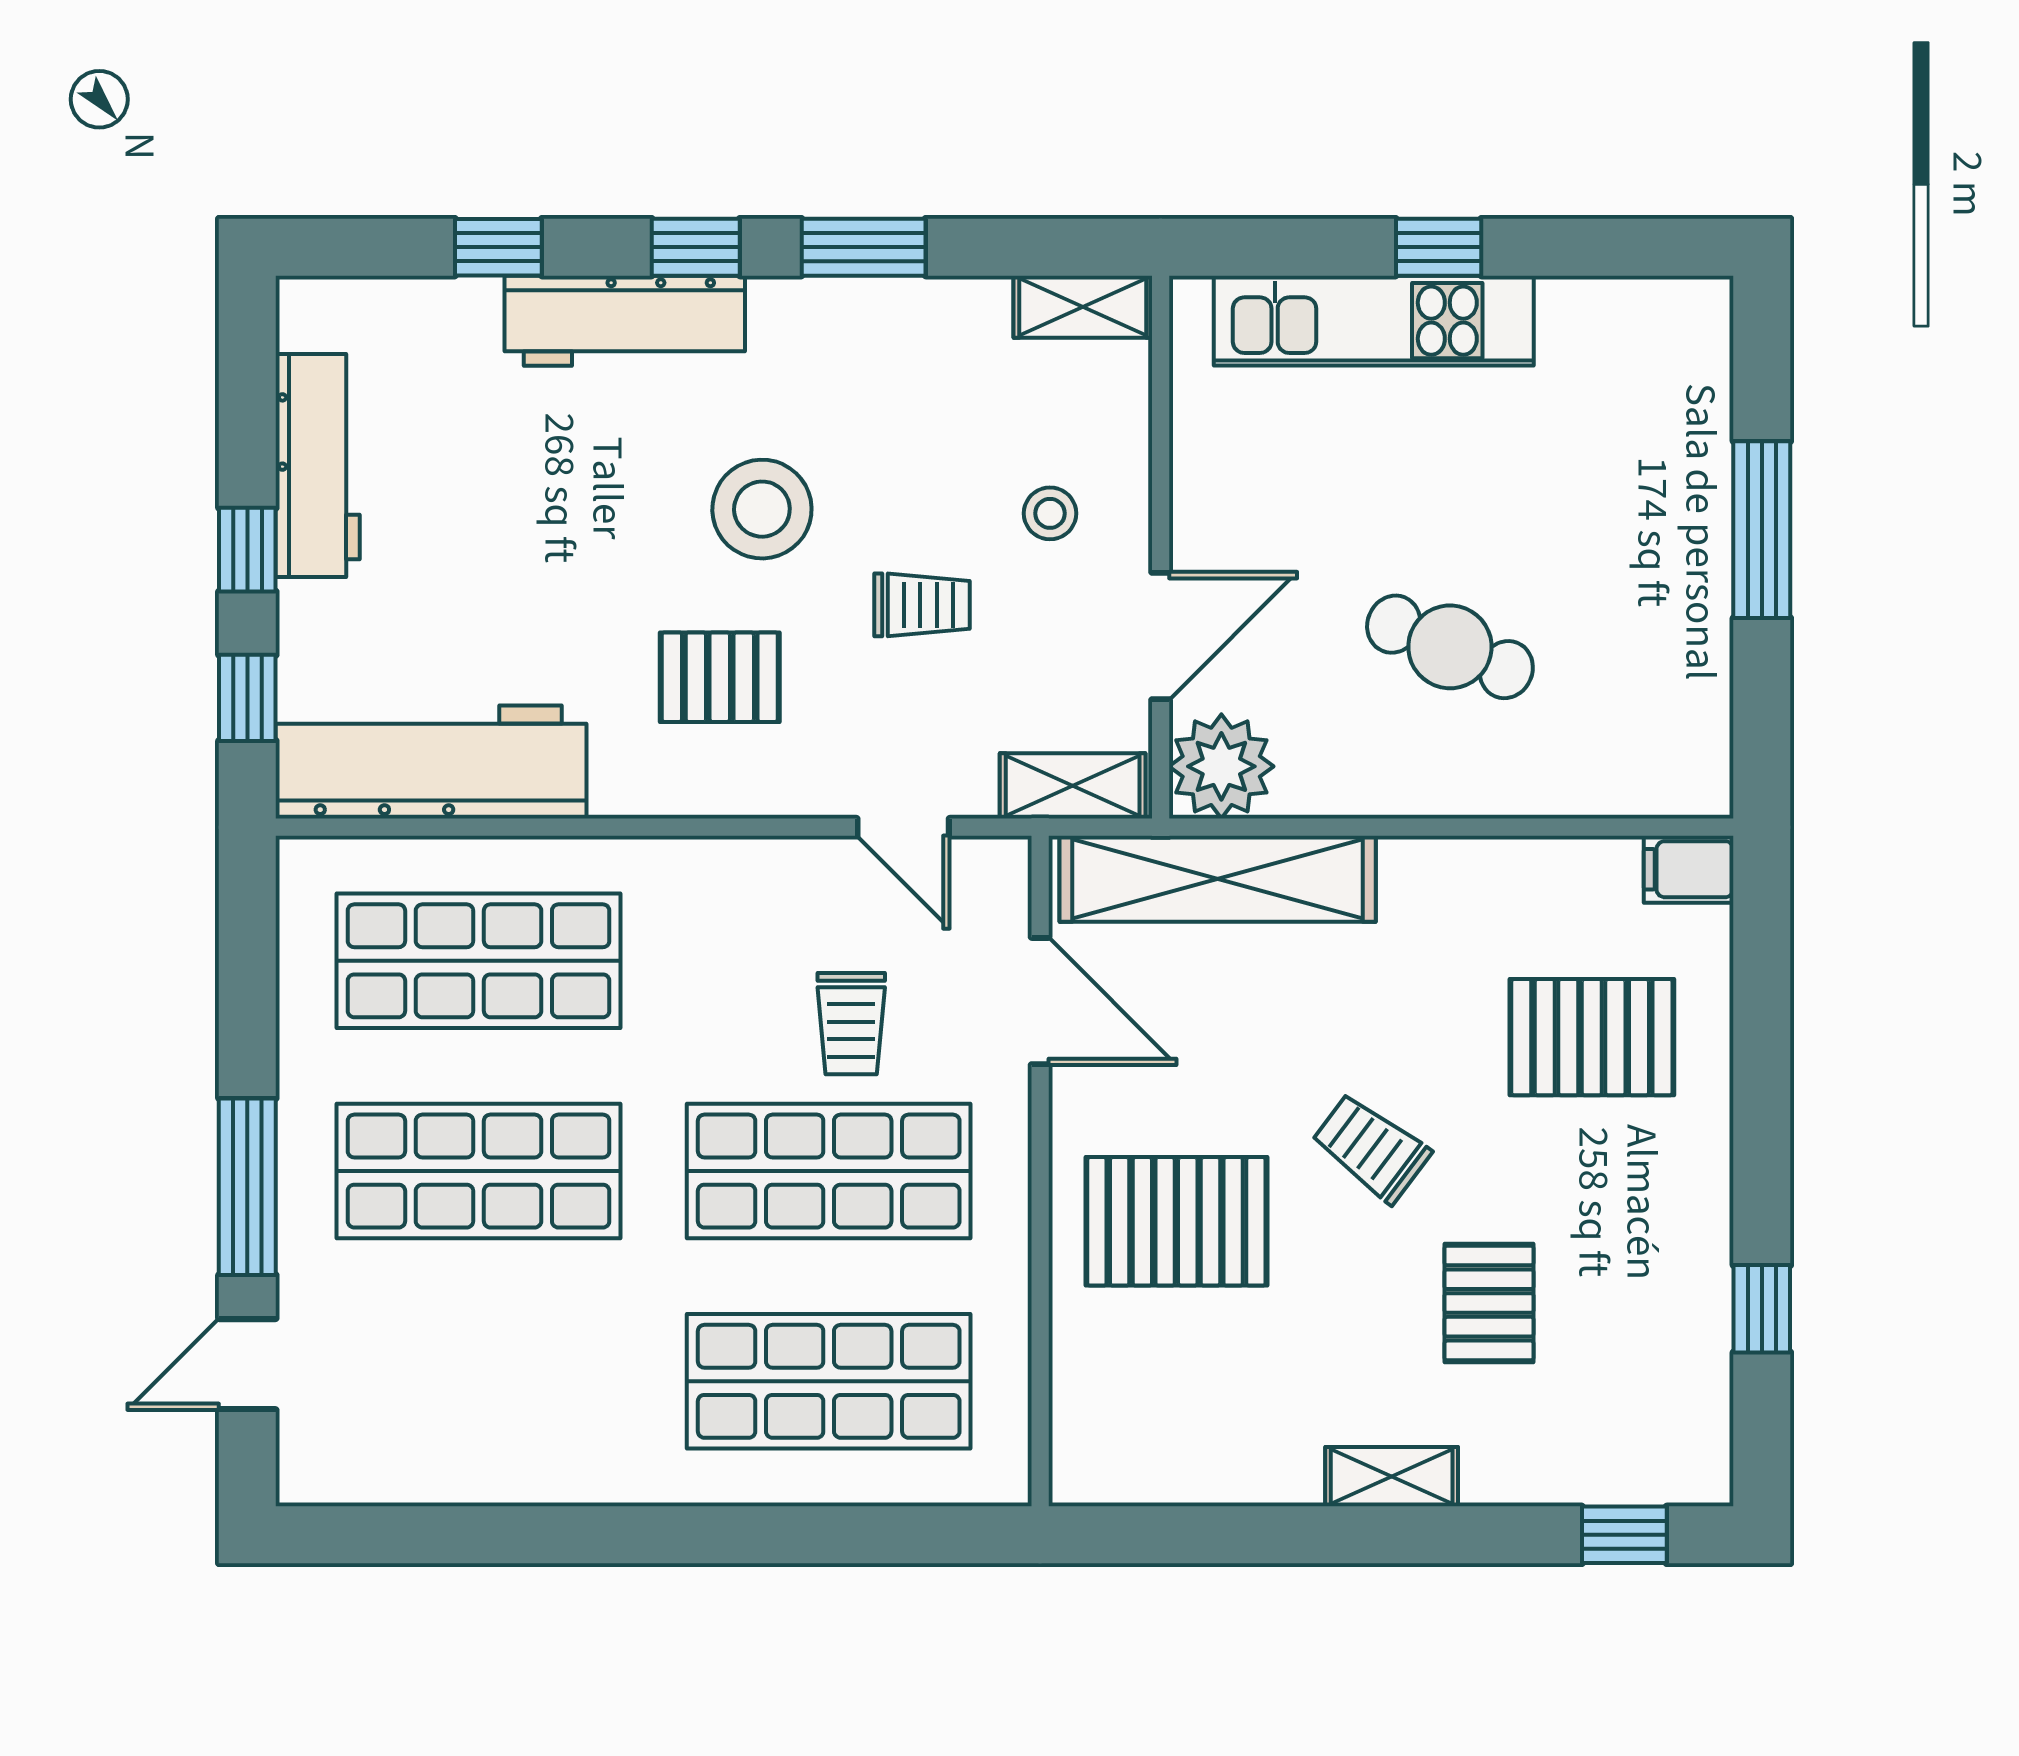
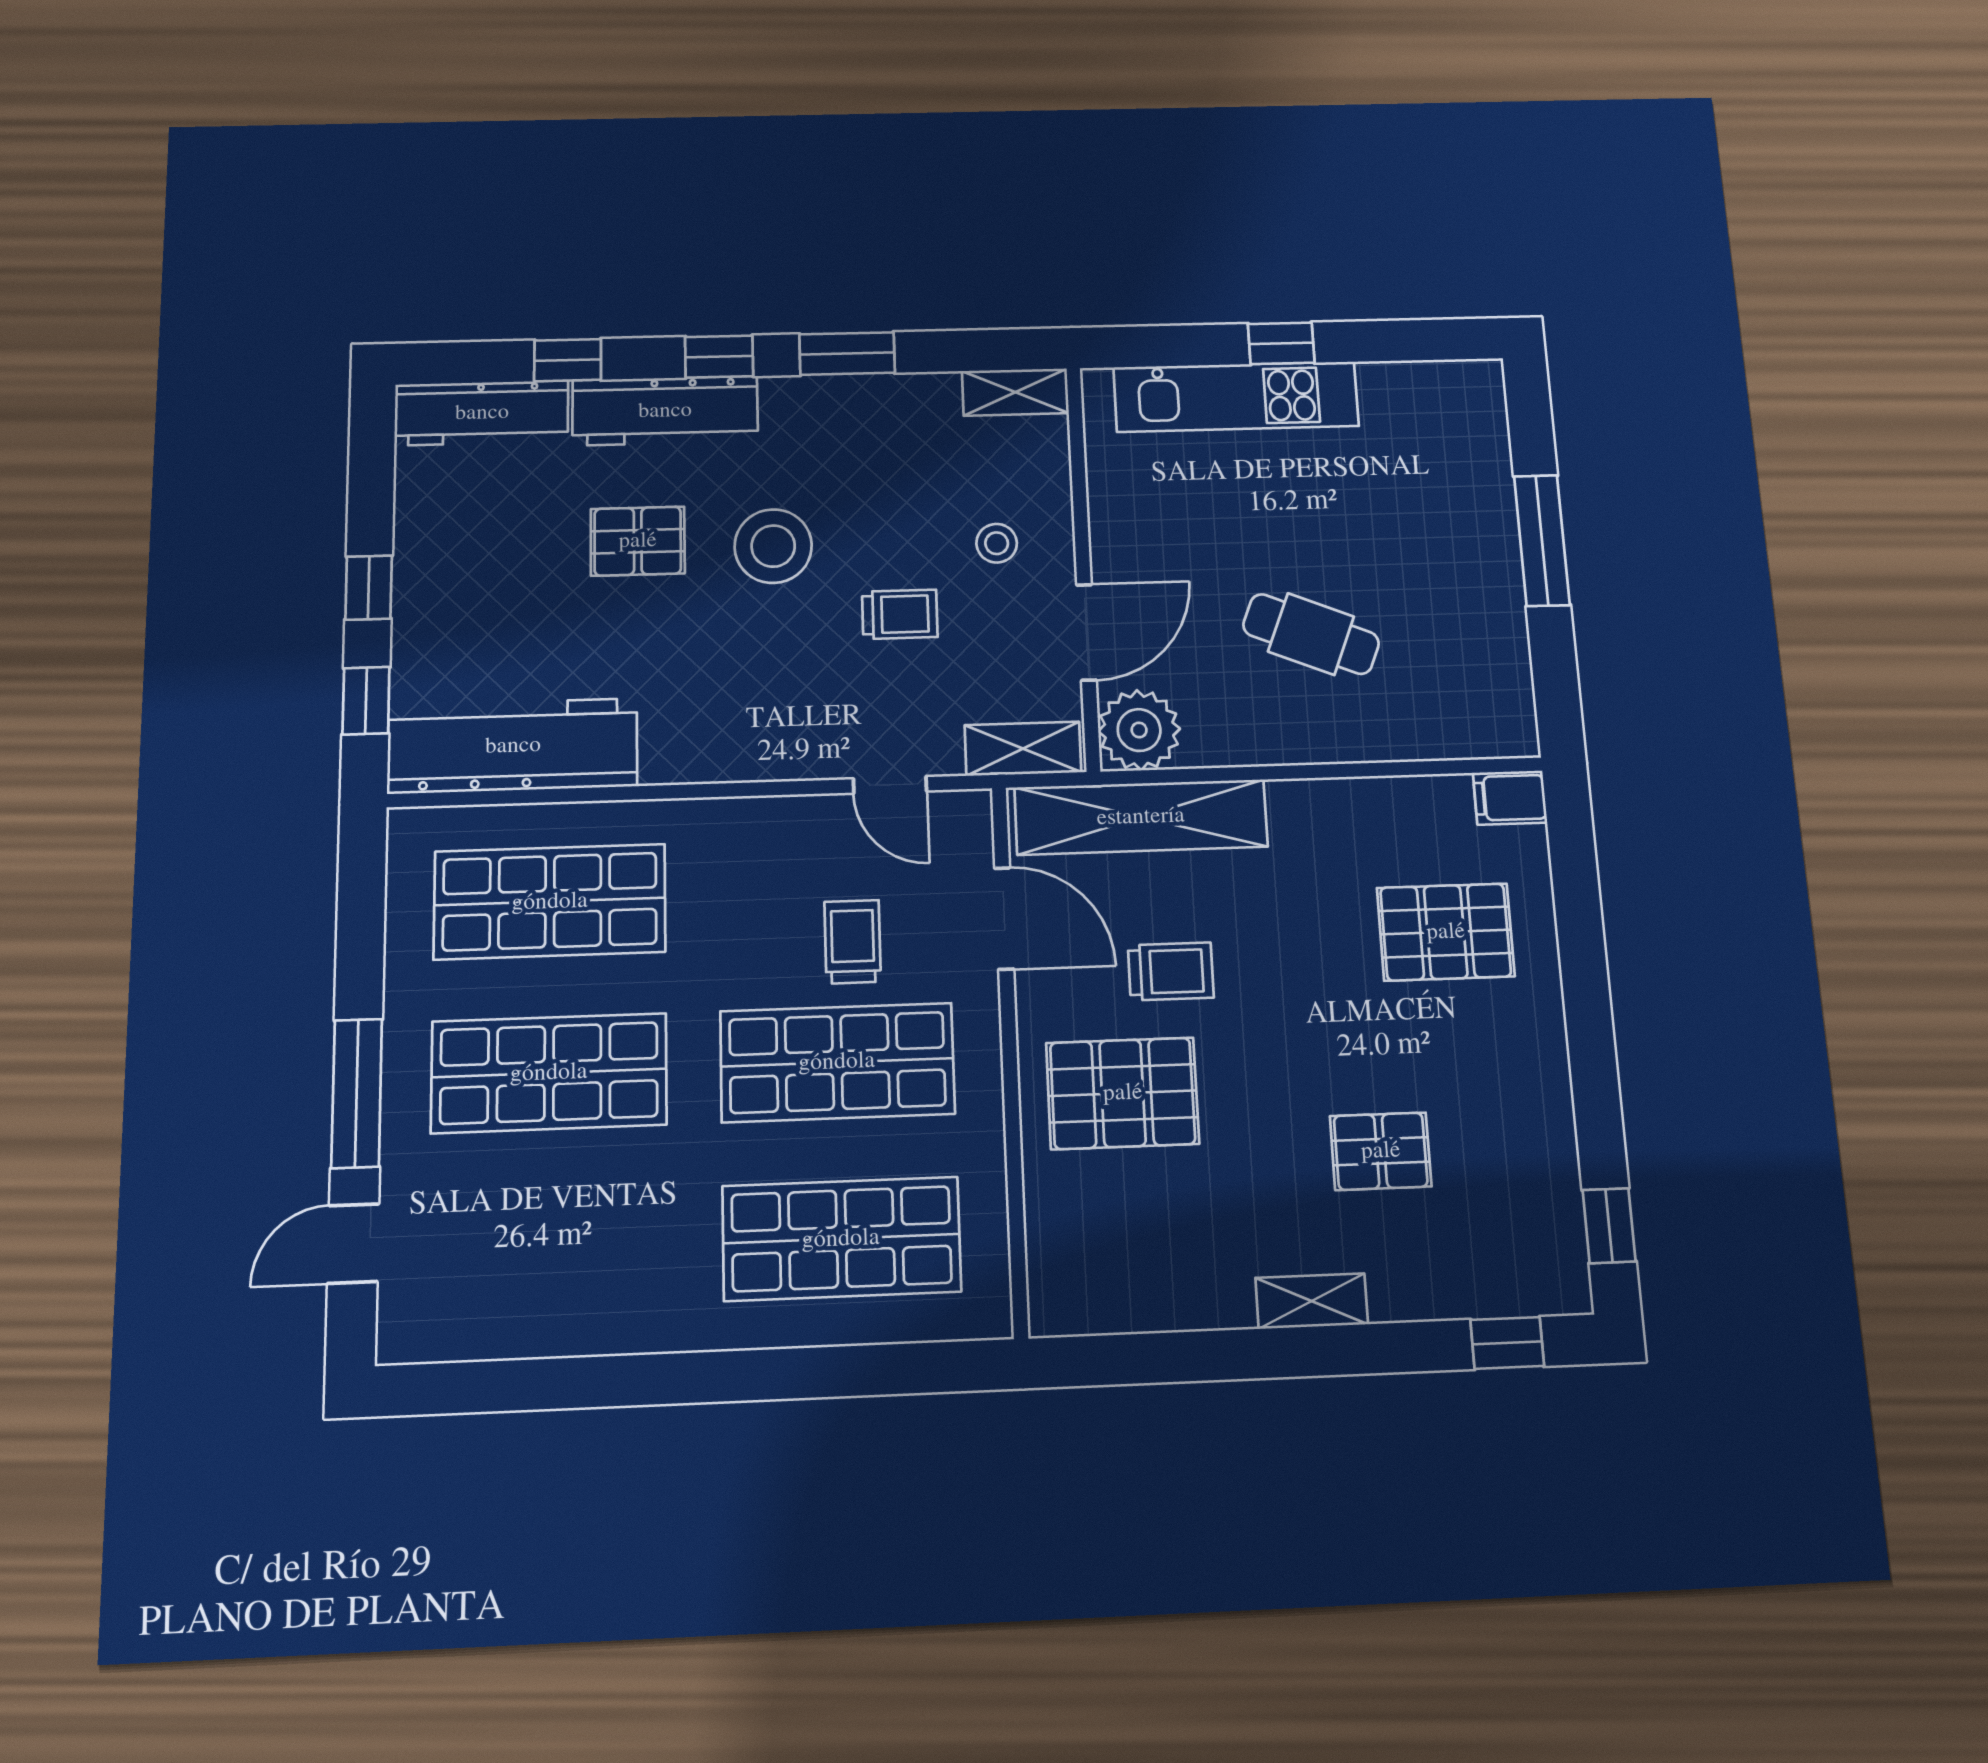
workbench: (318, 466) -> (482, 413), moved, turned 90
pallet: (720, 677) -> (638, 541), moved
trolley: (851, 1024) -> (853, 942), turned 180
trolley: (1371, 1148) -> (1171, 971), moved, turned 143
pallet: (1489, 1303) -> (1381, 1151), turned 90
window: (1762, 1309) -> (1609, 1226), moved

